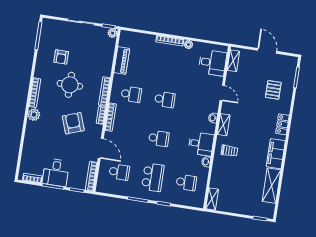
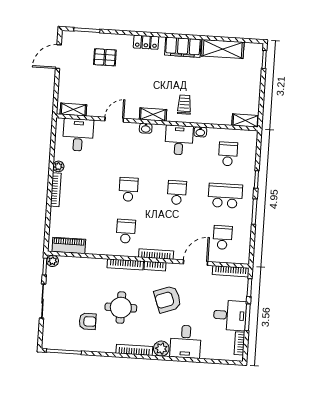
door: (267, 51) -> (58, 57), moved
piano: (122, 61) -> (69, 245), moved
desk: (38, 135) -> (186, 342), added

